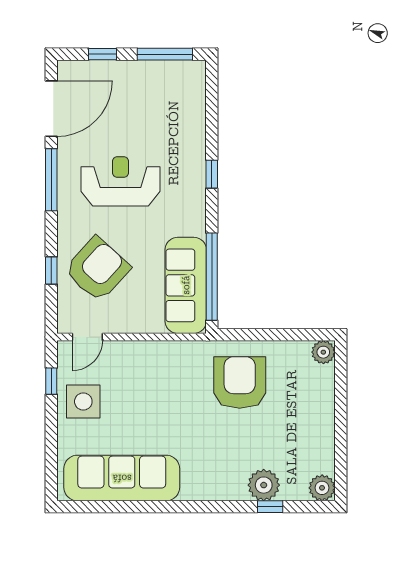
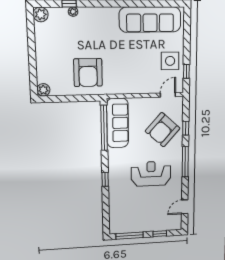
door: (51, 109) -> (185, 207), width x0.53
window: (51, 180) -> (185, 162), moved
reception desk: (120, 181) -> (151, 174), turned 180
plant: (264, 485) -> (73, 12), width x0.53, depth x0.53

